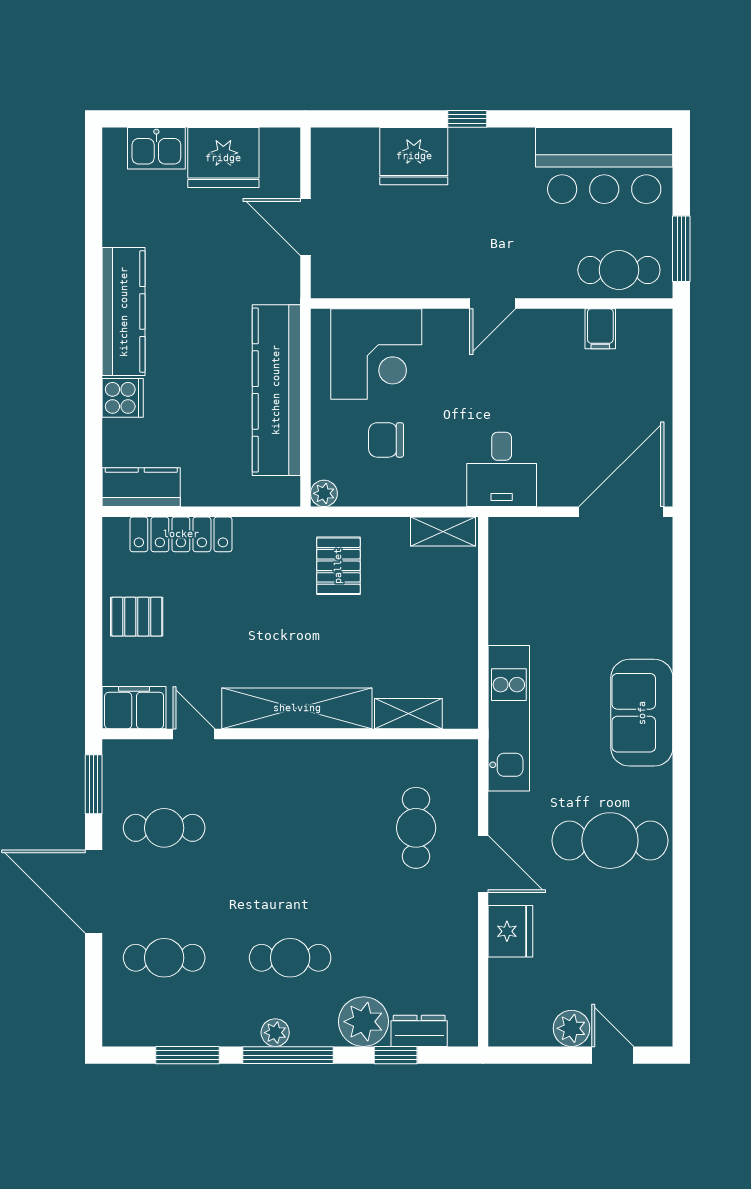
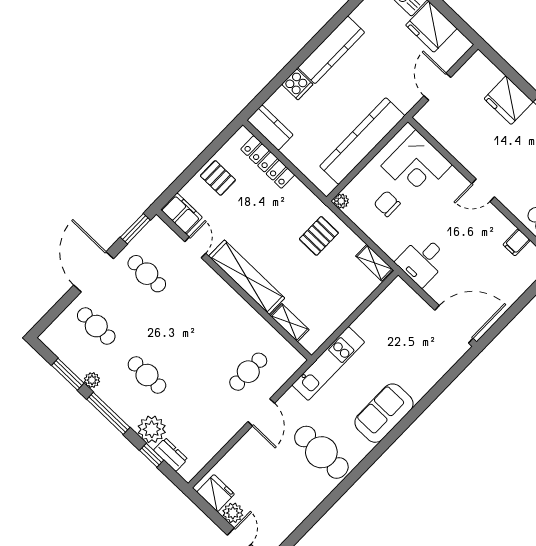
fridge: (510, 931) -> (216, 493), moved, turned -90
plant: (275, 1033) -> (92, 380), moved

